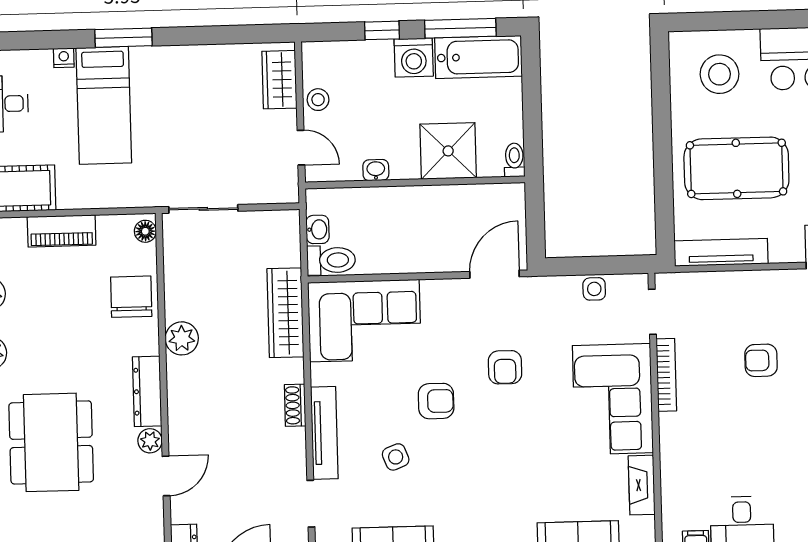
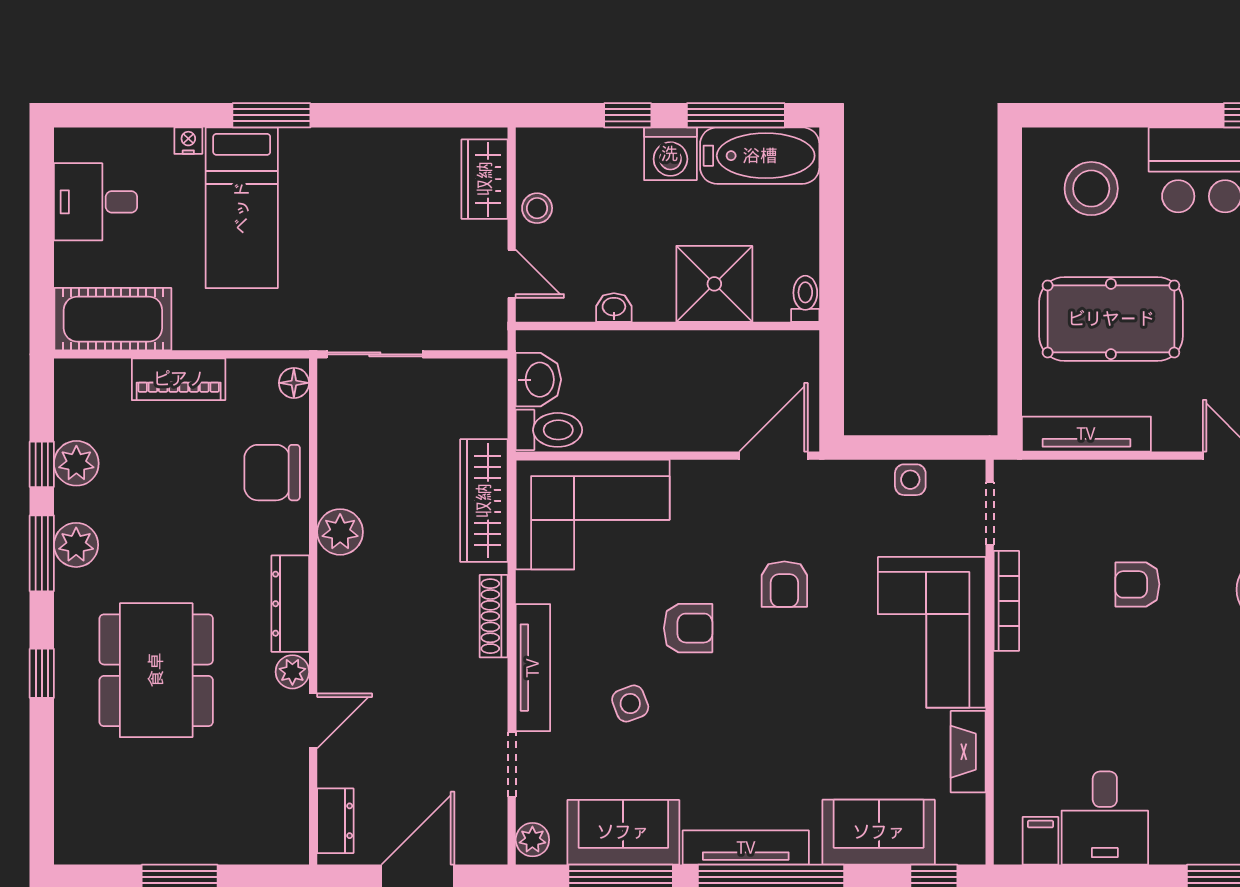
washbasin: (318, 229) -> (538, 380), width x1.38, depth x1.45
chair: (131, 297) -> (272, 473), turned -90
shoe rack: (295, 405) -> (494, 616), width x1.43

